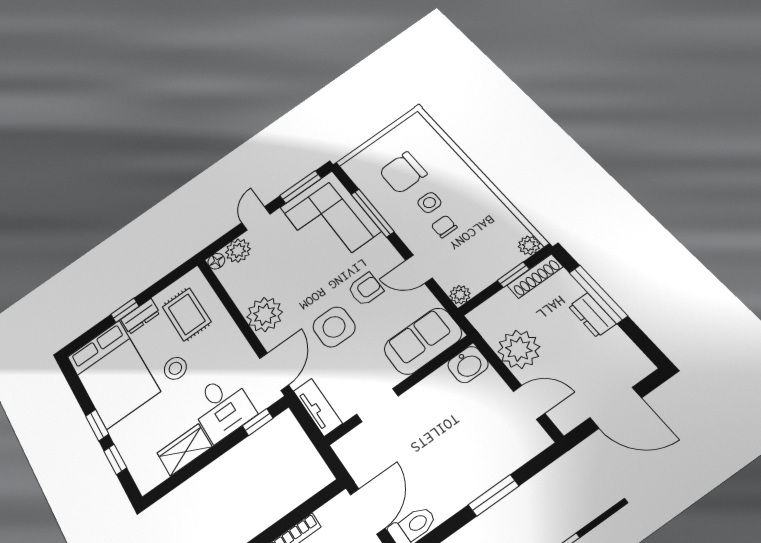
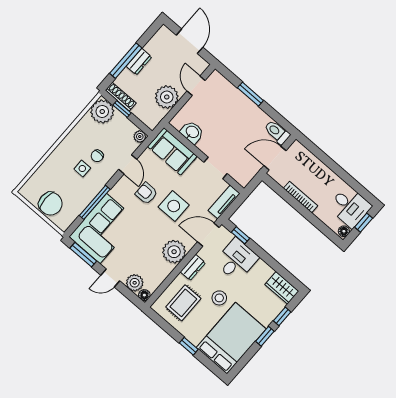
chair: (403, 173) -> (50, 204), moved
plant: (529, 245) -> (102, 111), width x1.87, depth x1.87
dresser: (140, 316) -> (193, 267), moved, turned 90
washbasin: (468, 365) -> (192, 132), moved
wardrobe: (185, 450) -> (282, 288), moved

